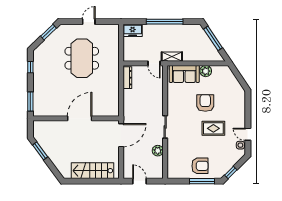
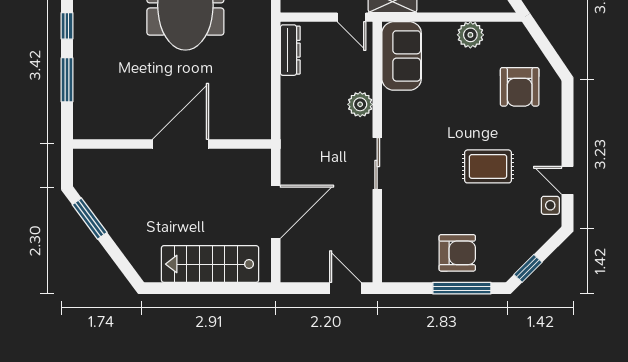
sofa: (184, 74) -> (402, 56), moved, turned -90
window: (30, 102) -> (67, 80), moved
armchair: (205, 103) -> (520, 87), moved, turned 180
door: (121, 135) -> (276, 212), moved
plant: (158, 151) -> (360, 104), moved
door: (139, 181) -> (345, 288), moved

